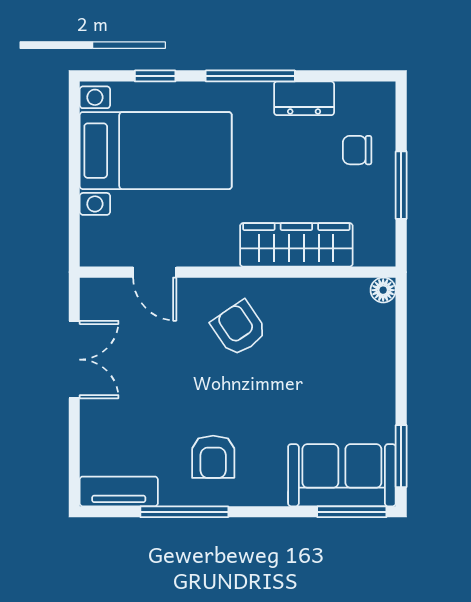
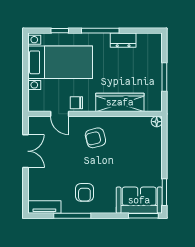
chair: (357, 150) -> (76, 103), moved
armchair: (239, 328) -> (95, 138), turned -70

